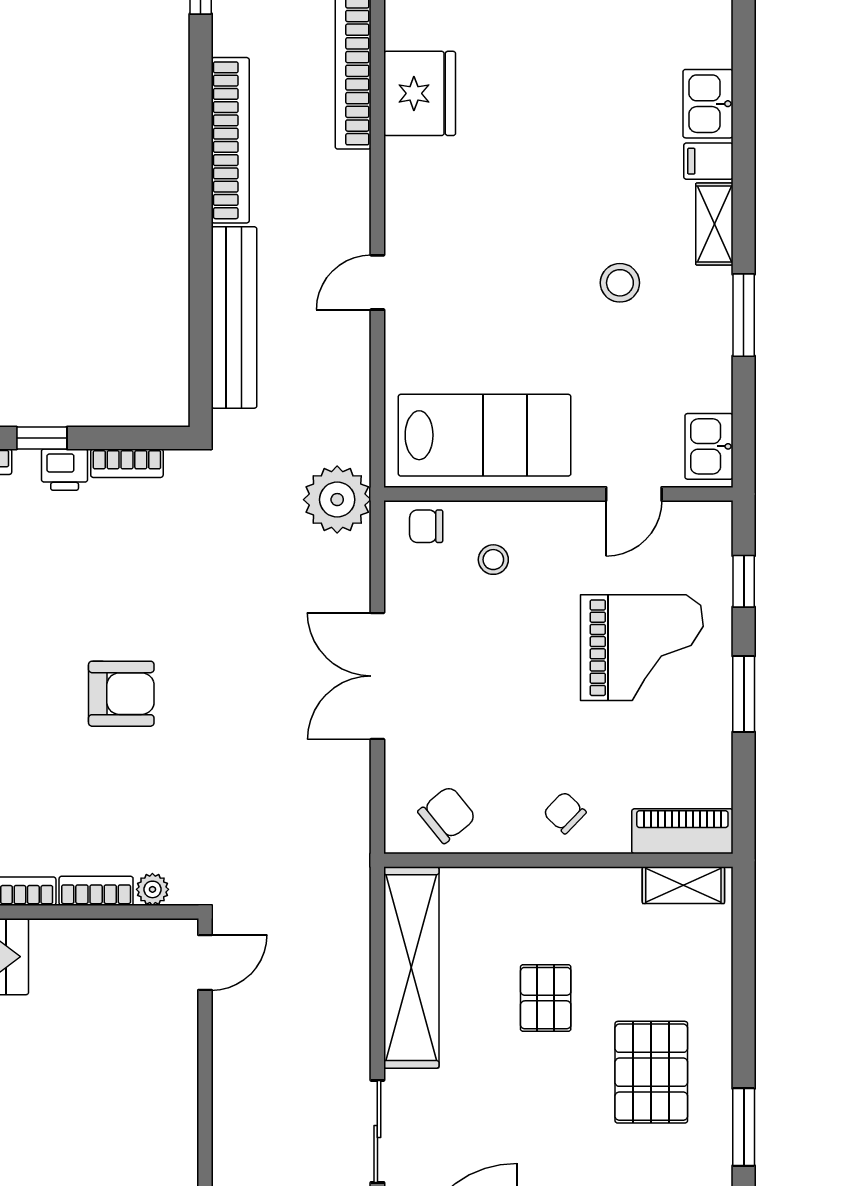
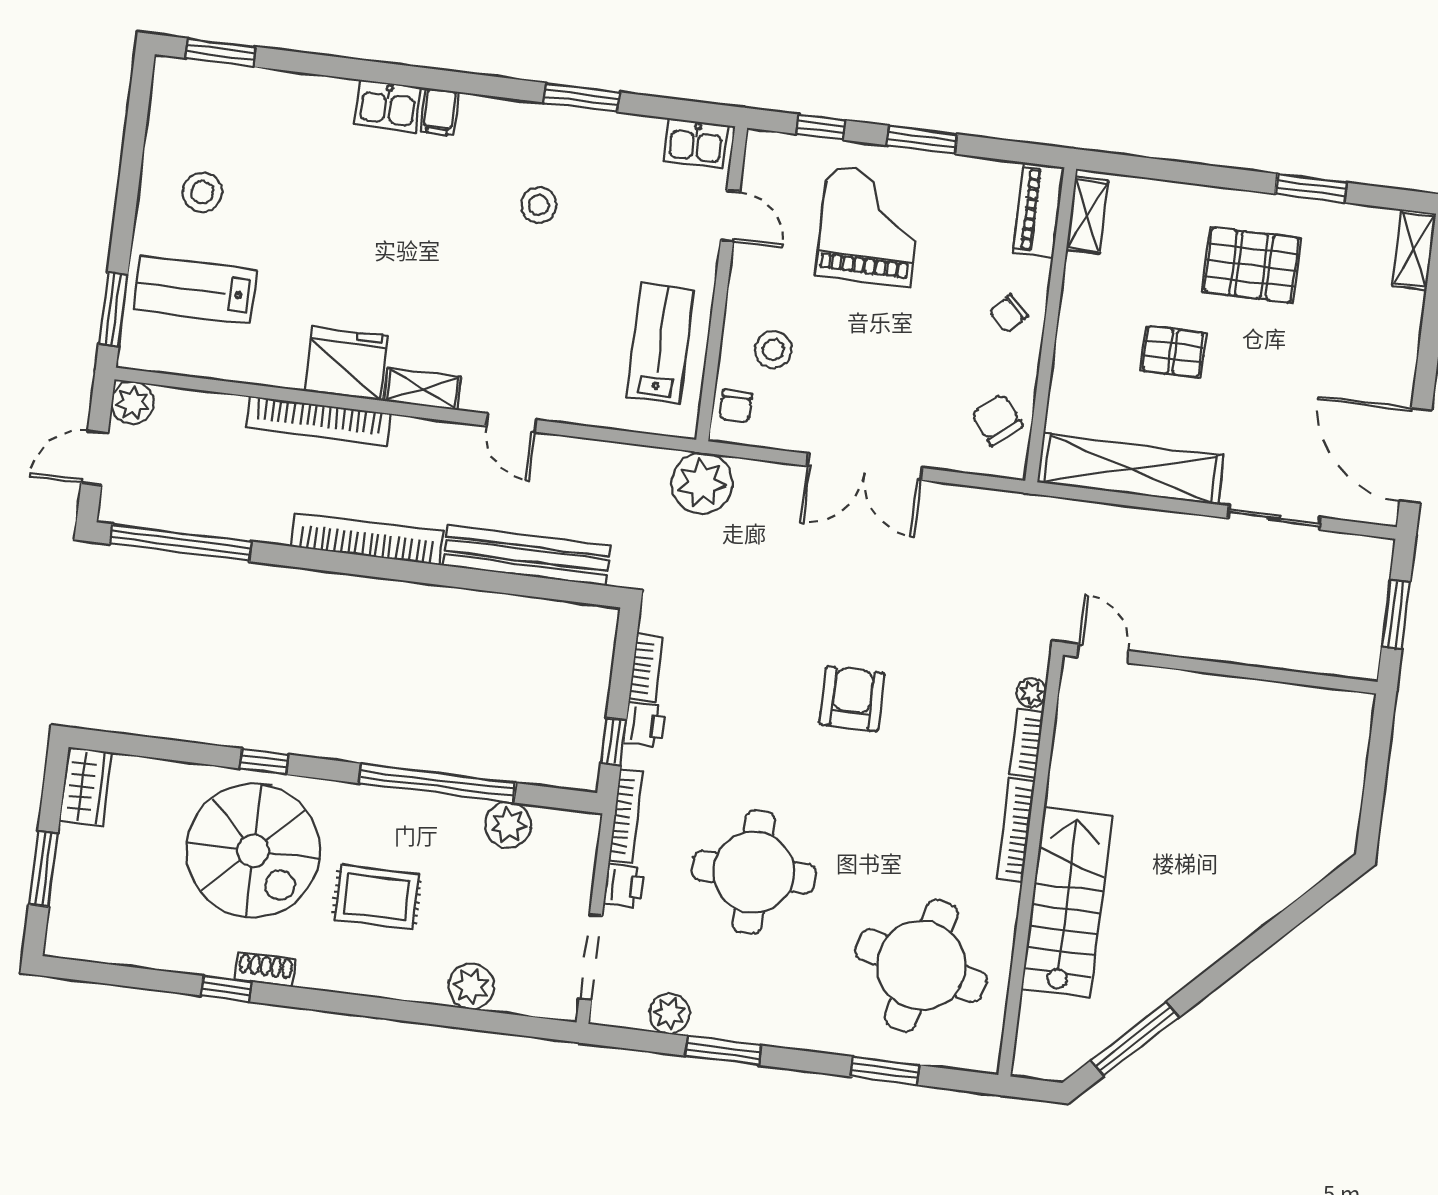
shelving: (714, 224) -> (422, 389), moved
lab bench: (485, 435) -> (661, 344), width x0.73, depth x0.72
stool: (493, 560) -> (773, 350), width x1.37, depth x1.37

